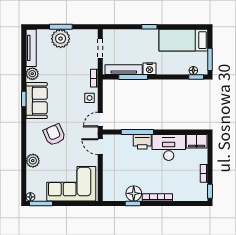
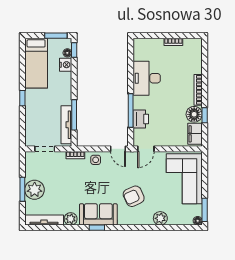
nightstand: (150, 69) -> (66, 65), moved
filing cabinet: (197, 141) -> (195, 134), moved, turned 180
printer: (142, 142) -> (141, 119), moved
window: (210, 191) -> (192, 36), removed

